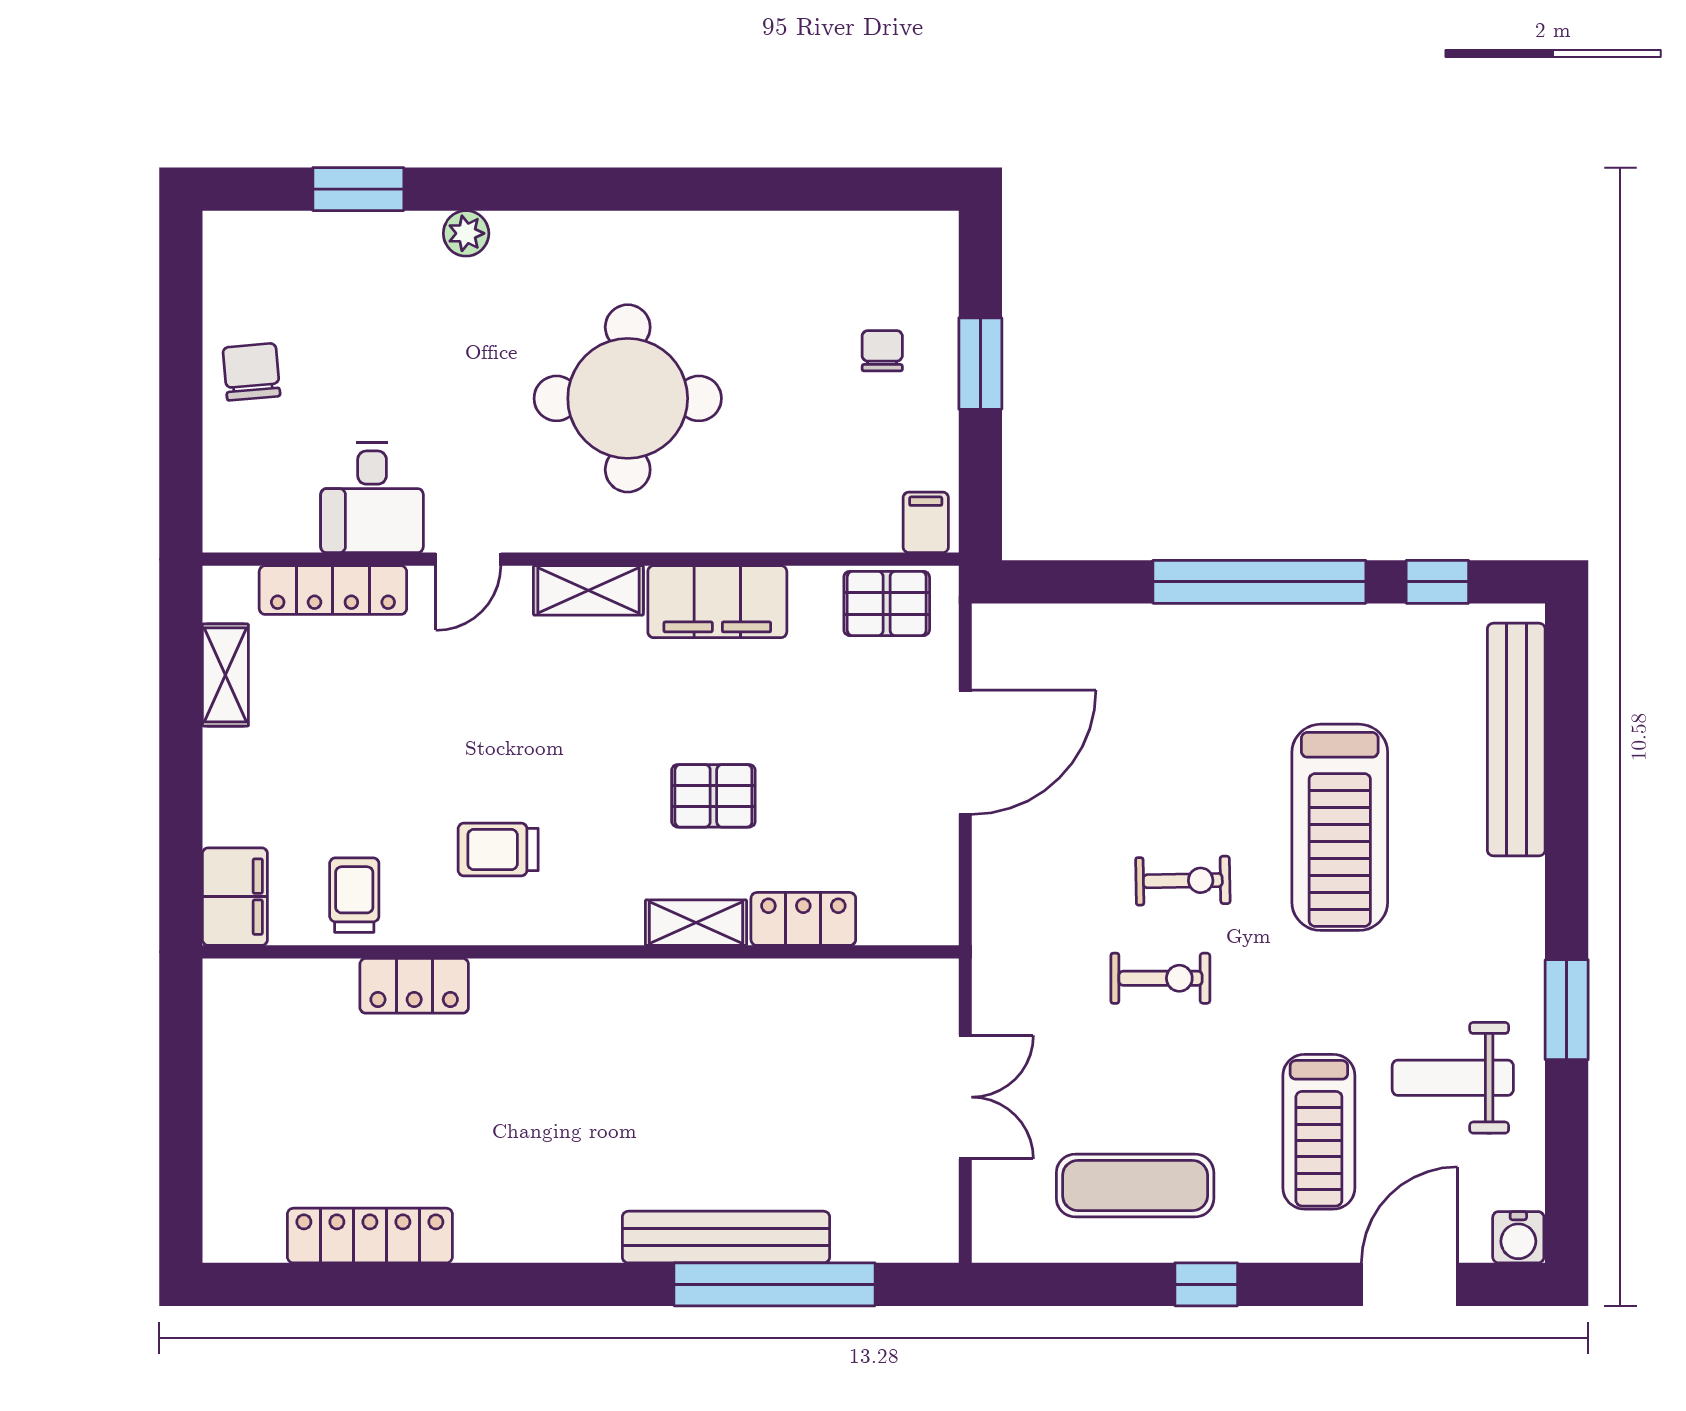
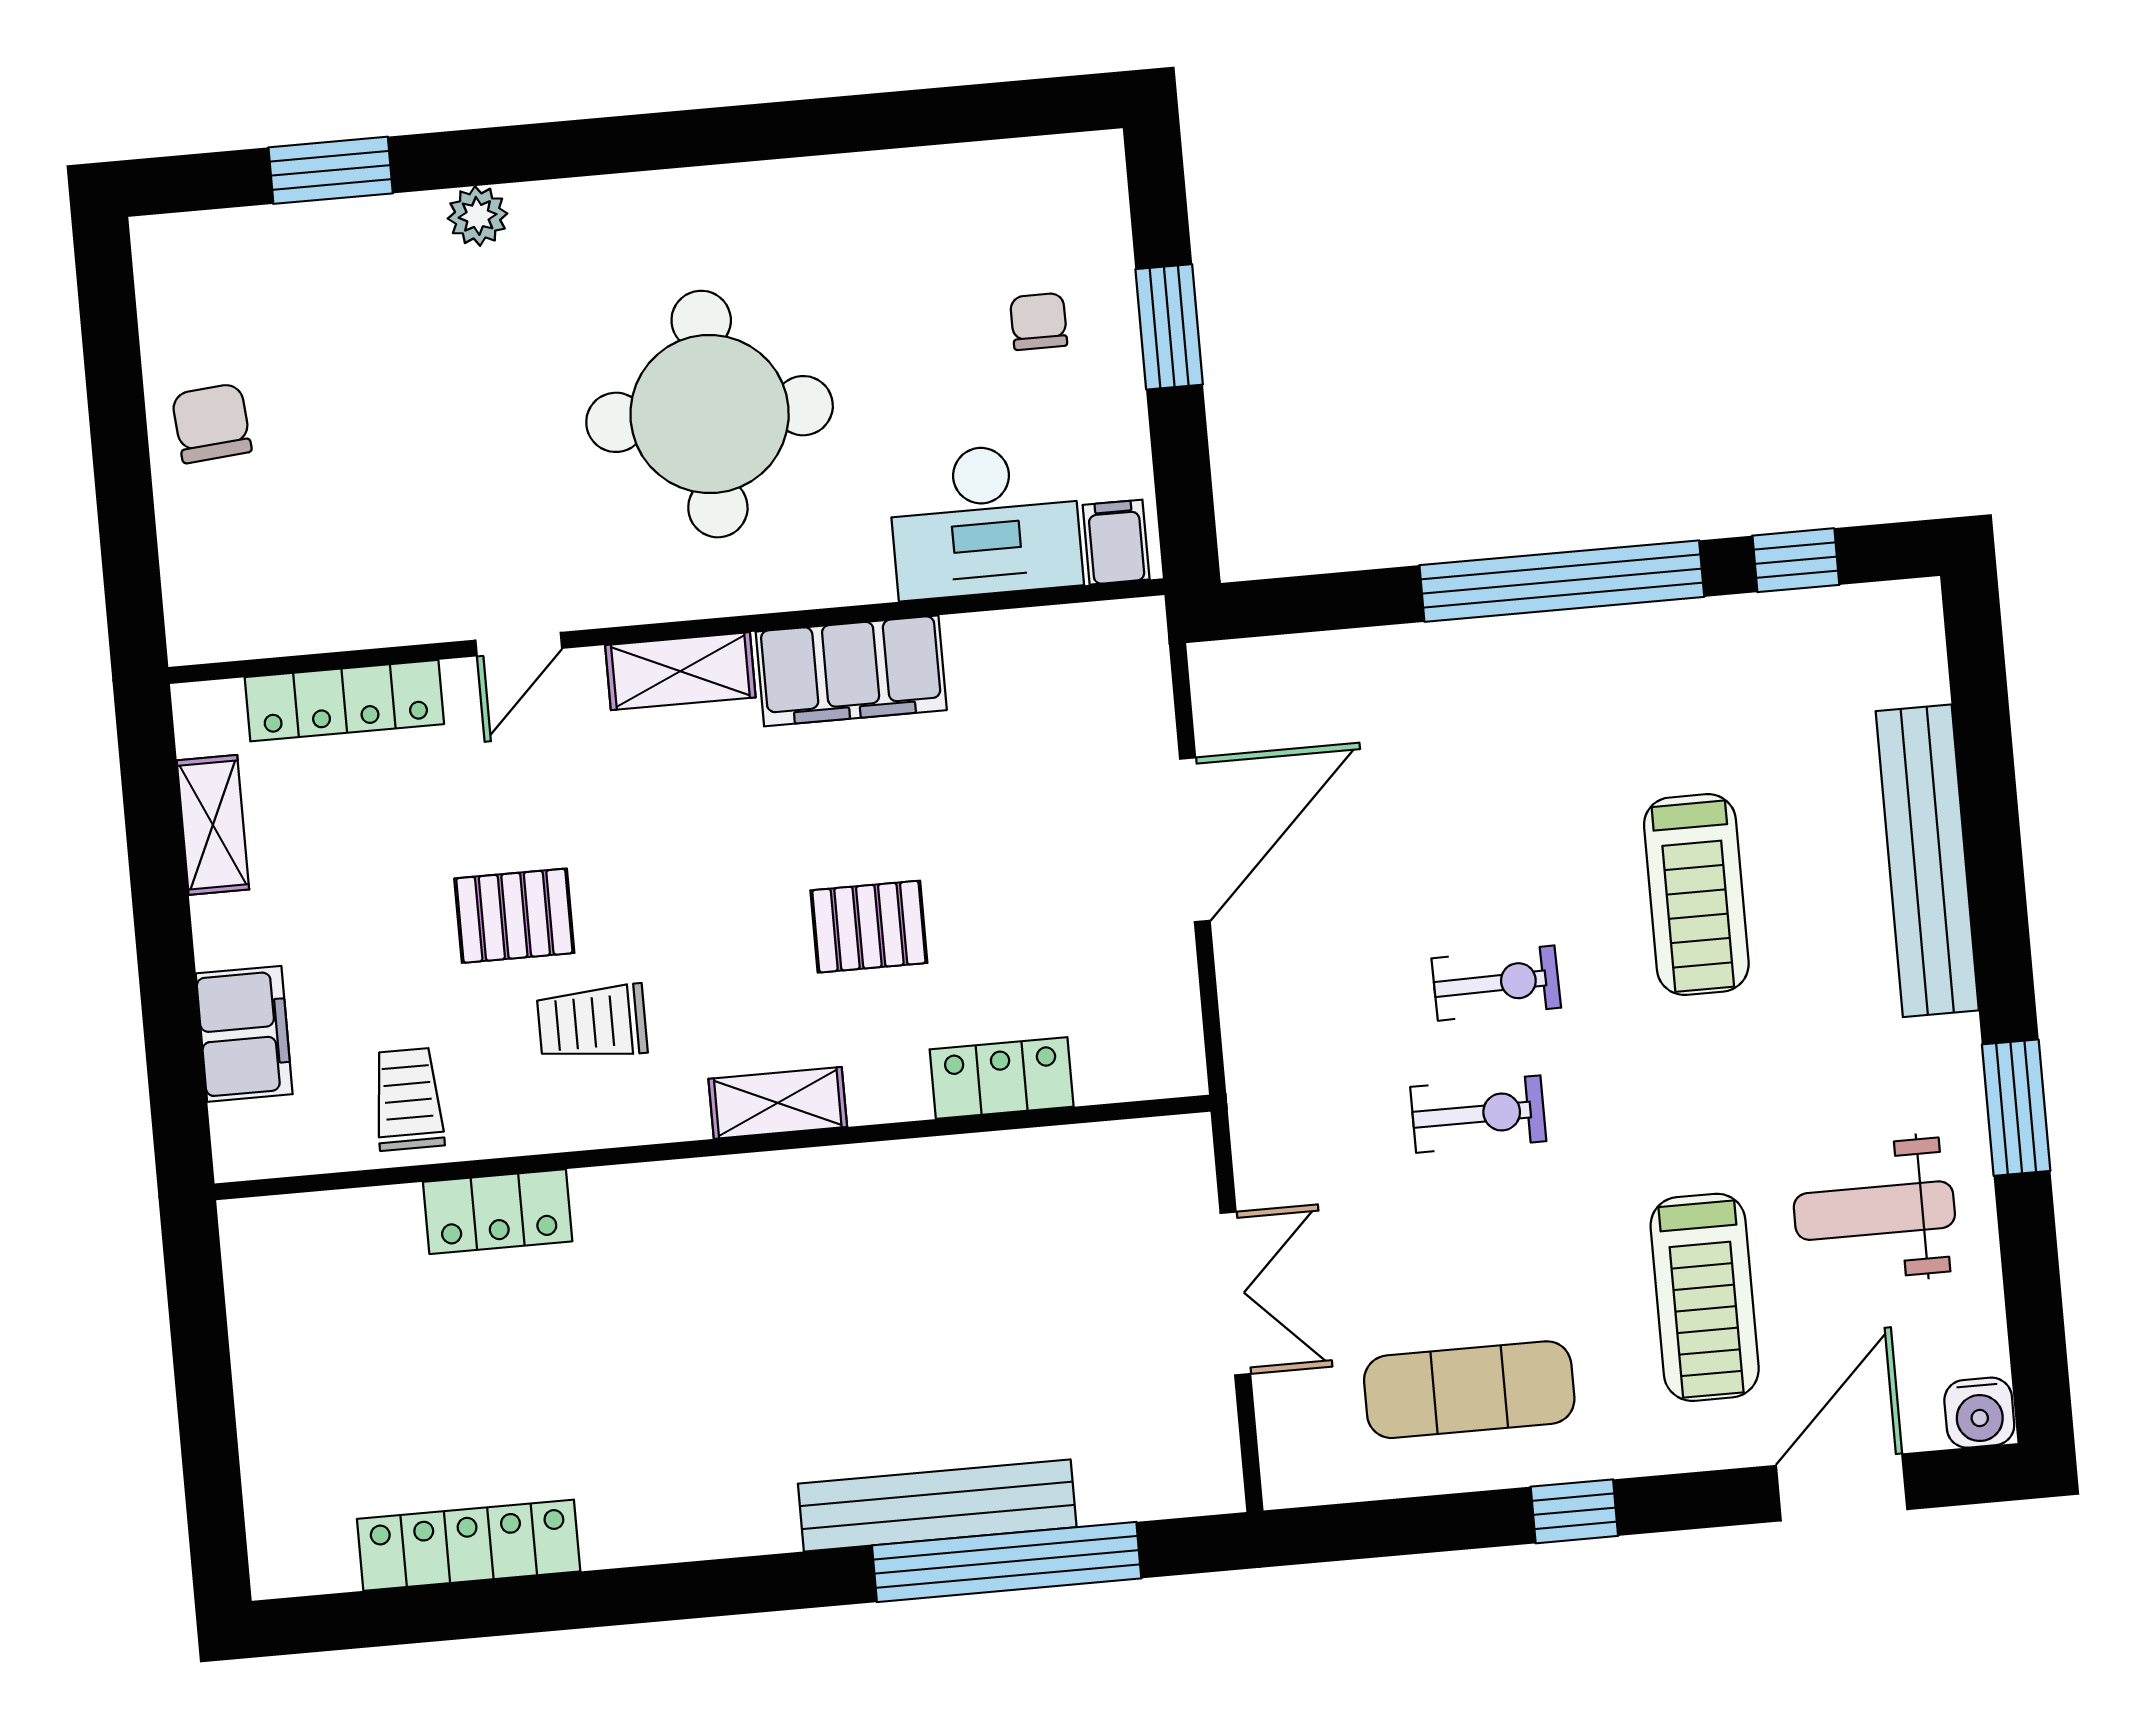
desk: (372, 497) -> (985, 521), moved, width x1.37
pallet: (887, 603) -> (514, 916), moved
bench: (1516, 740) -> (1927, 861), moved
treadmill: (1340, 827) -> (1696, 895), width x0.73, depth x0.73
filing cabinet: (235, 897) -> (244, 1034), moved
shelving: (696, 923) -> (778, 1103), moved

